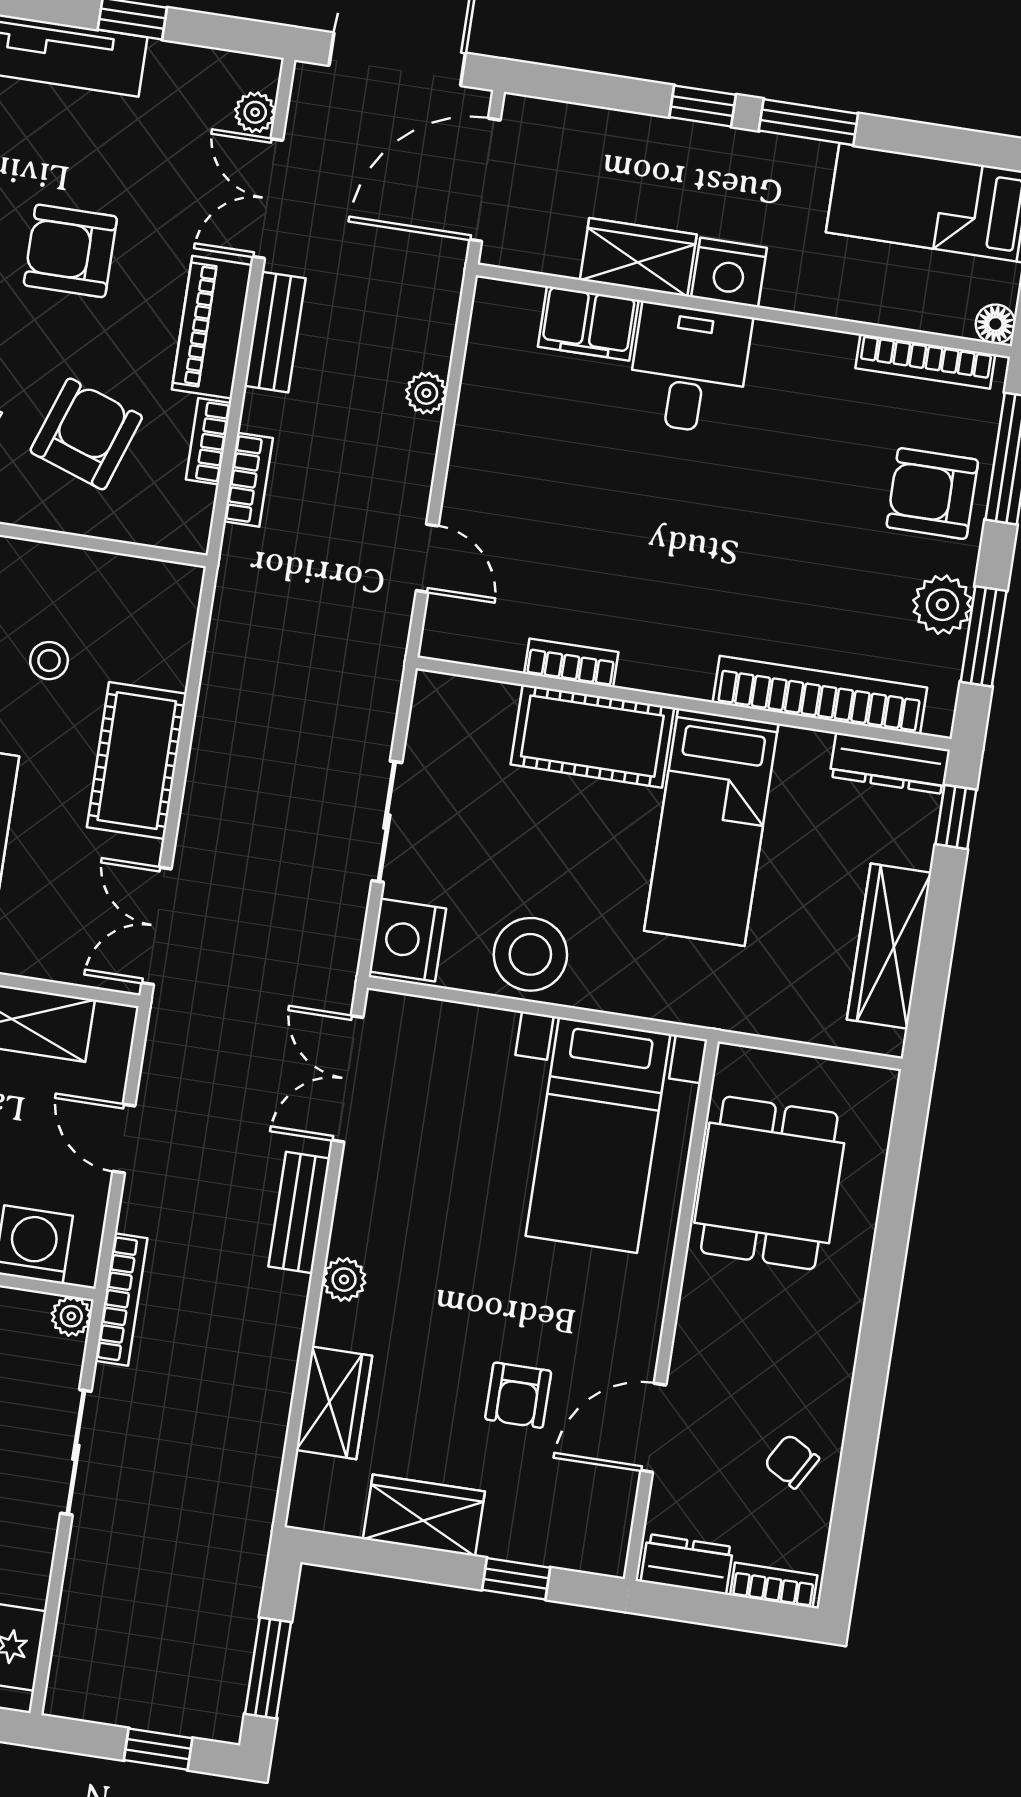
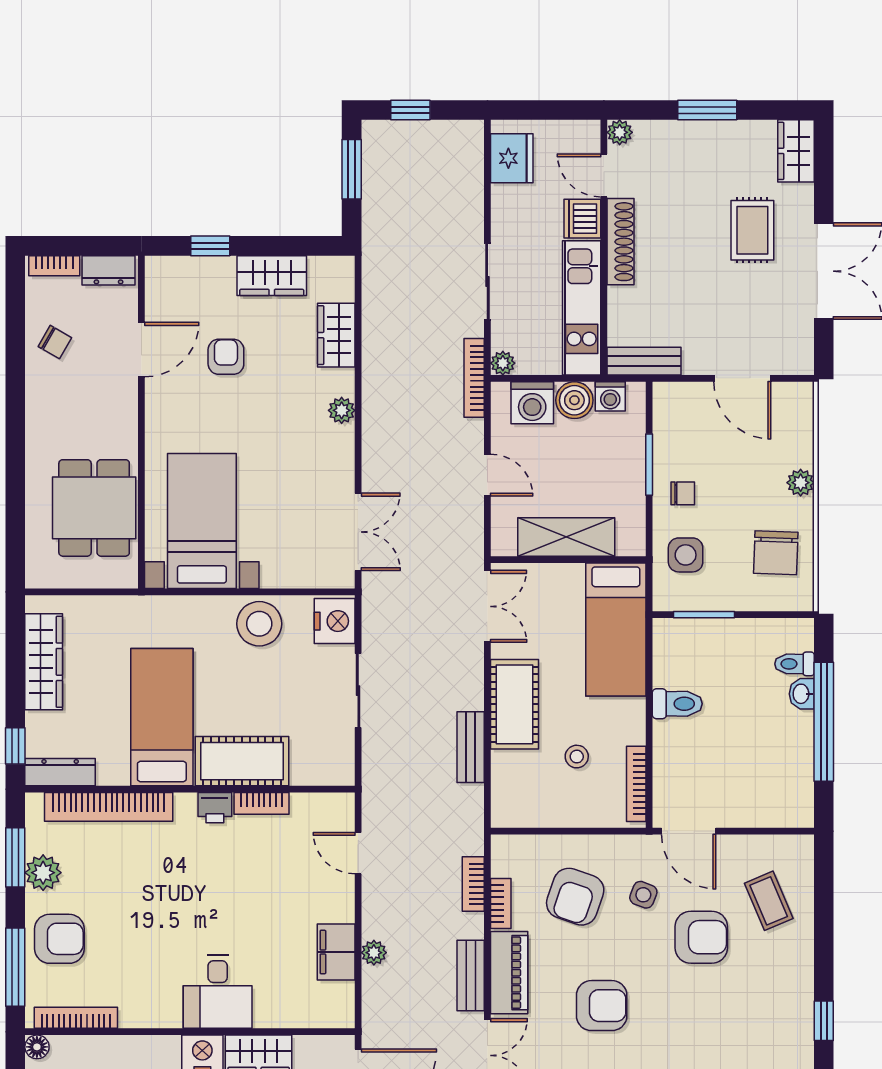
filing cabinet: (588, 323) -> (336, 952), moved, turned -90
printer: (648, 667) -> (215, 808), added
bench: (299, 1212) -> (471, 747), moved

